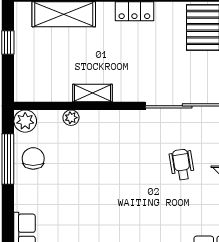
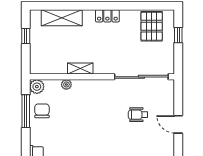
wheelchair: (182, 164) -> (138, 115), turned -81

